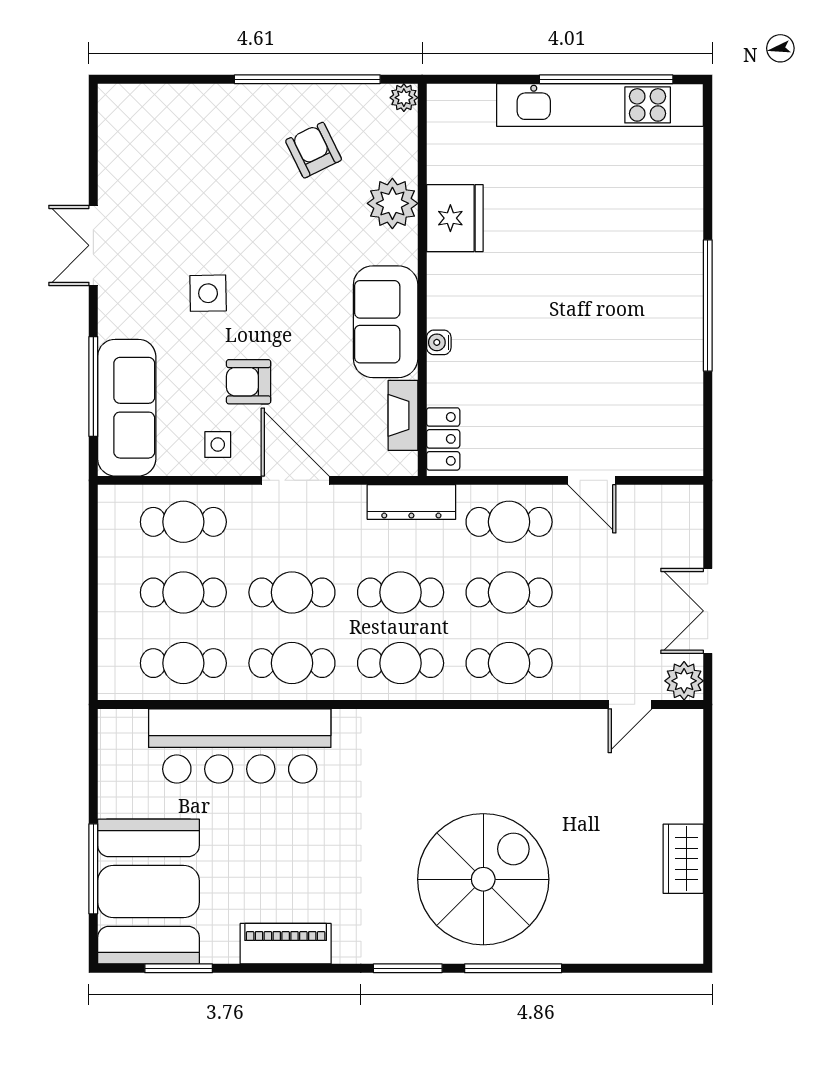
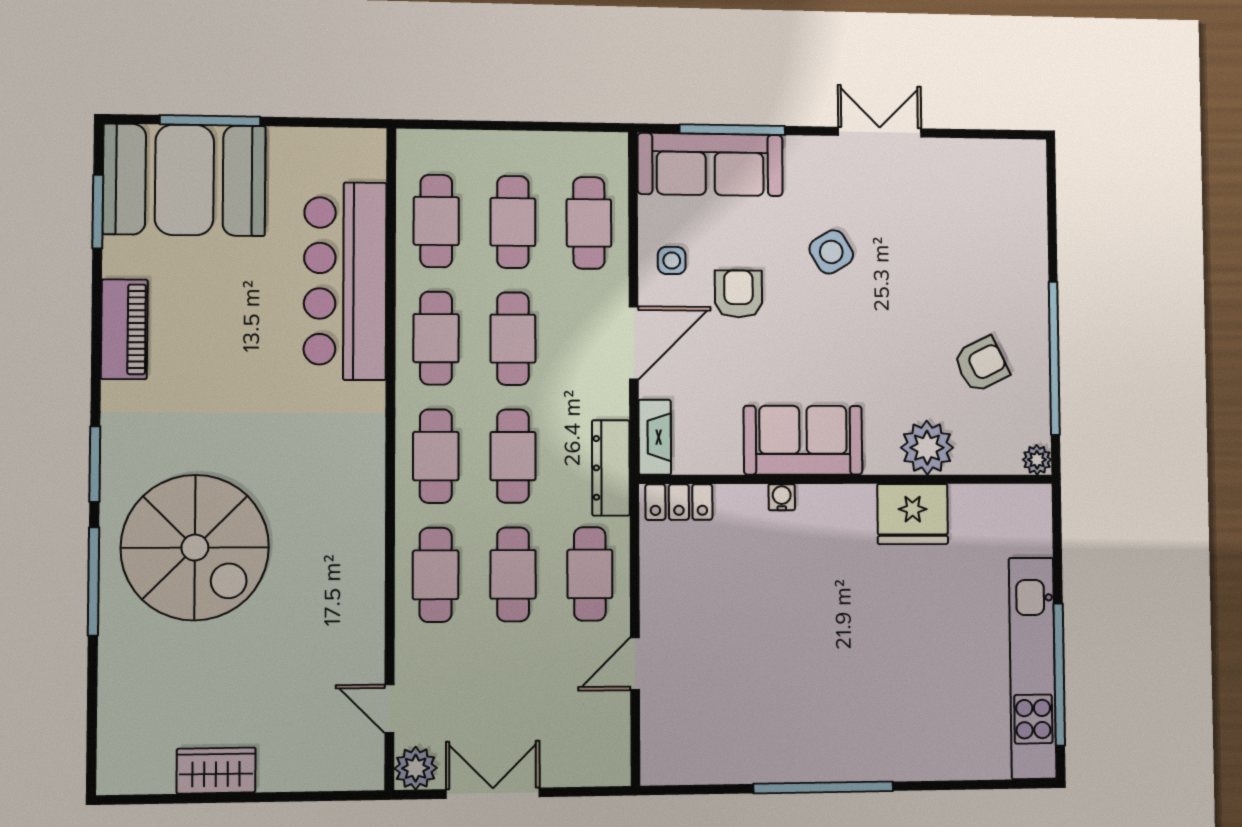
side table: (208, 293) -> (831, 252), turned -30
fireplace: (403, 415) -> (655, 437), moved, turned 90

